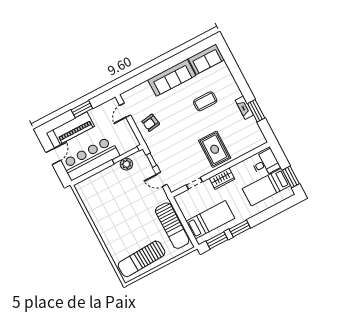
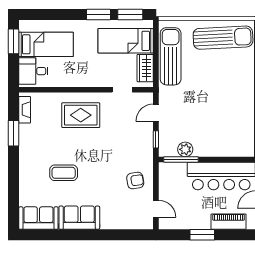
sofa: (172, 78) -> (79, 218), width x0.73
fireplace: (244, 108) -> (25, 110), moved
door: (125, 110) -> (156, 209), hinge flipped
piano: (74, 128) -> (229, 222), width x0.73, depth x0.75
rug: (215, 149) -> (81, 115), turned 90
door: (161, 179) -> (156, 113), swing flipped
wardrobe: (222, 179) -> (145, 68), moved, turned -90

